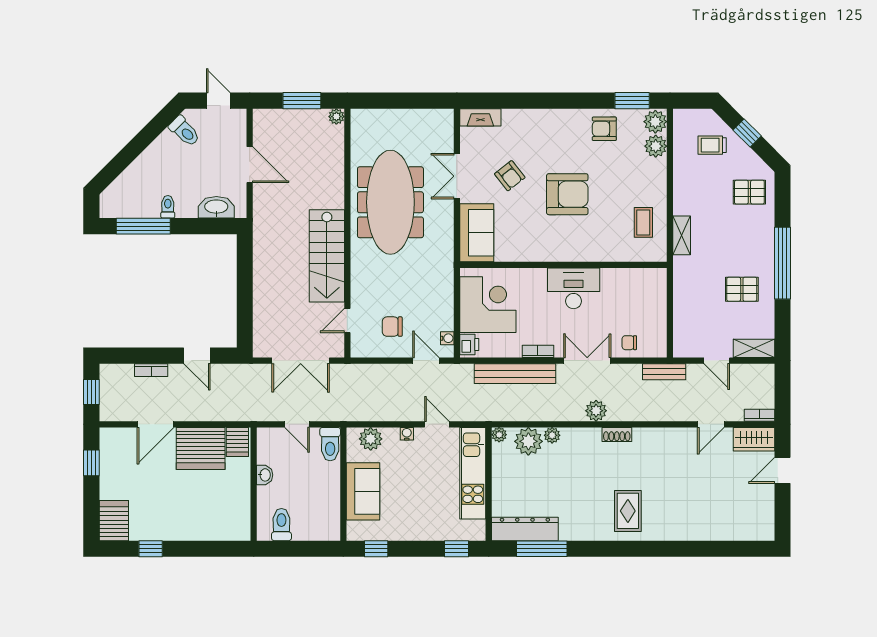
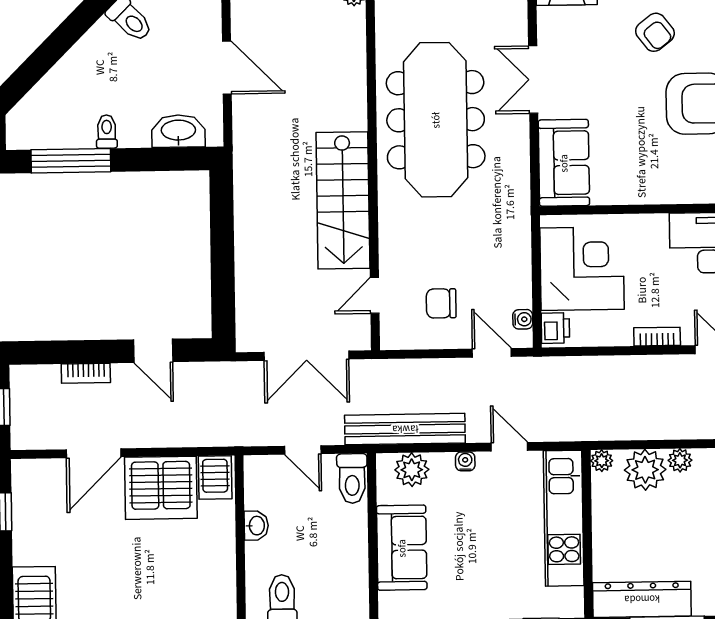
armchair: (510, 176) -> (655, 32), moved
bench: (515, 374) -> (405, 429), moved

